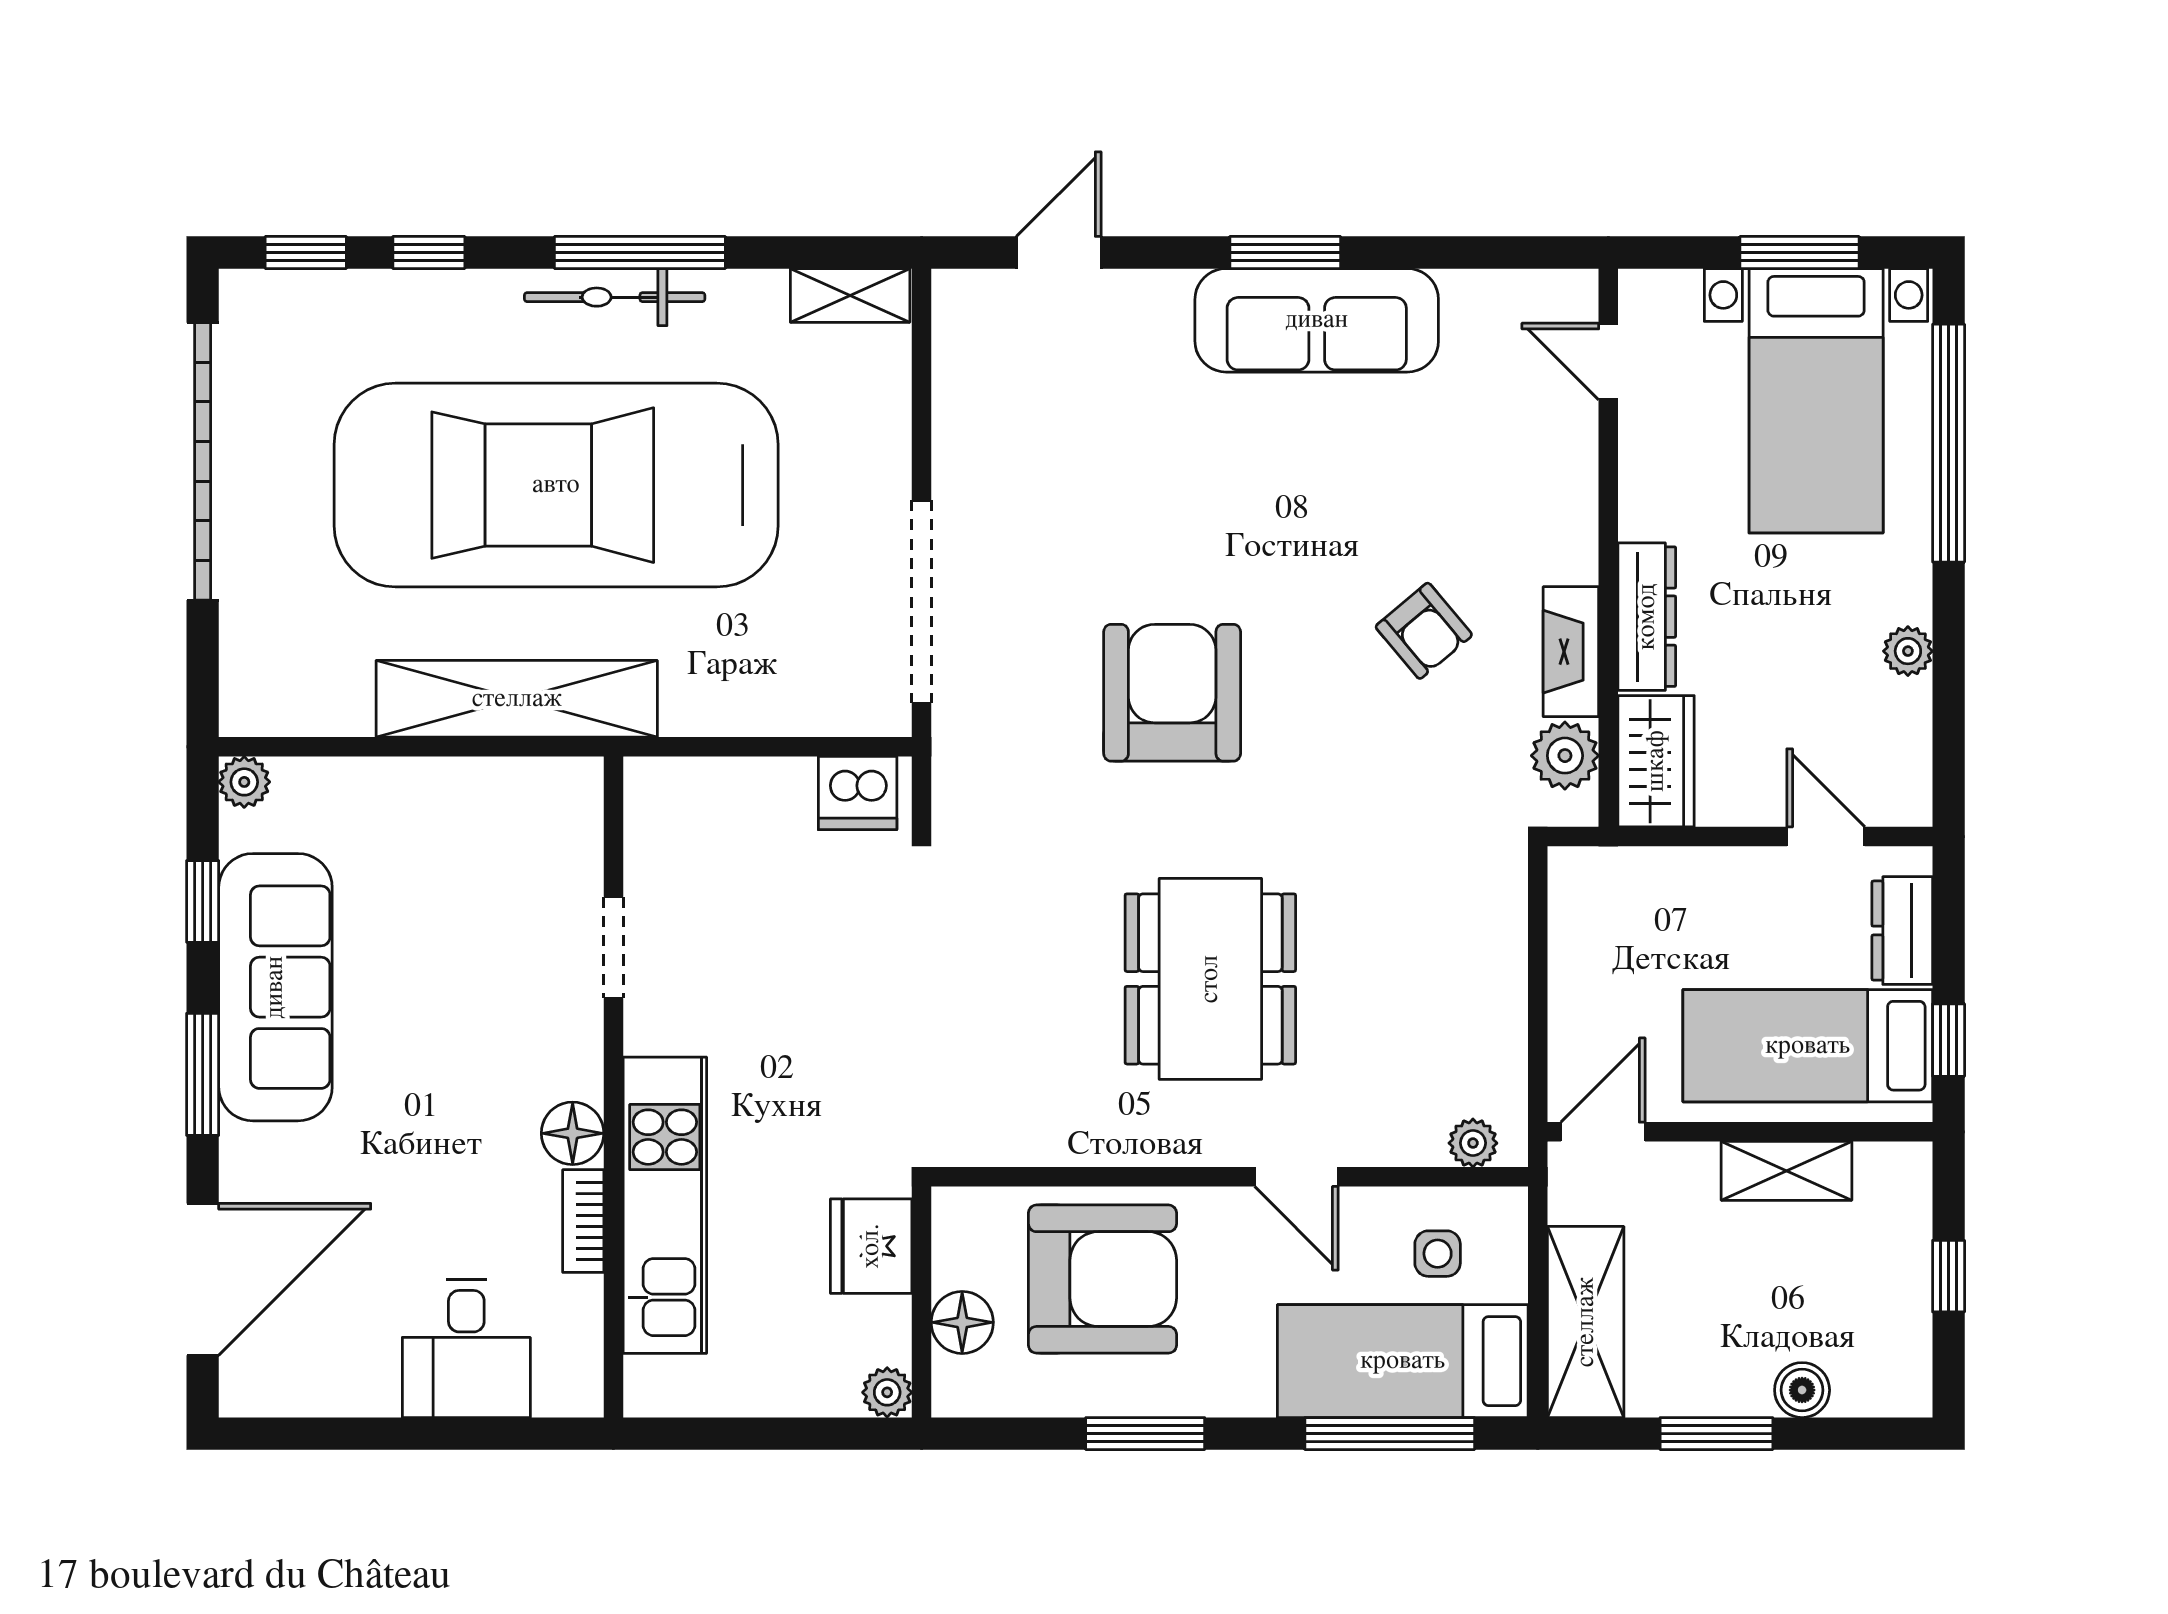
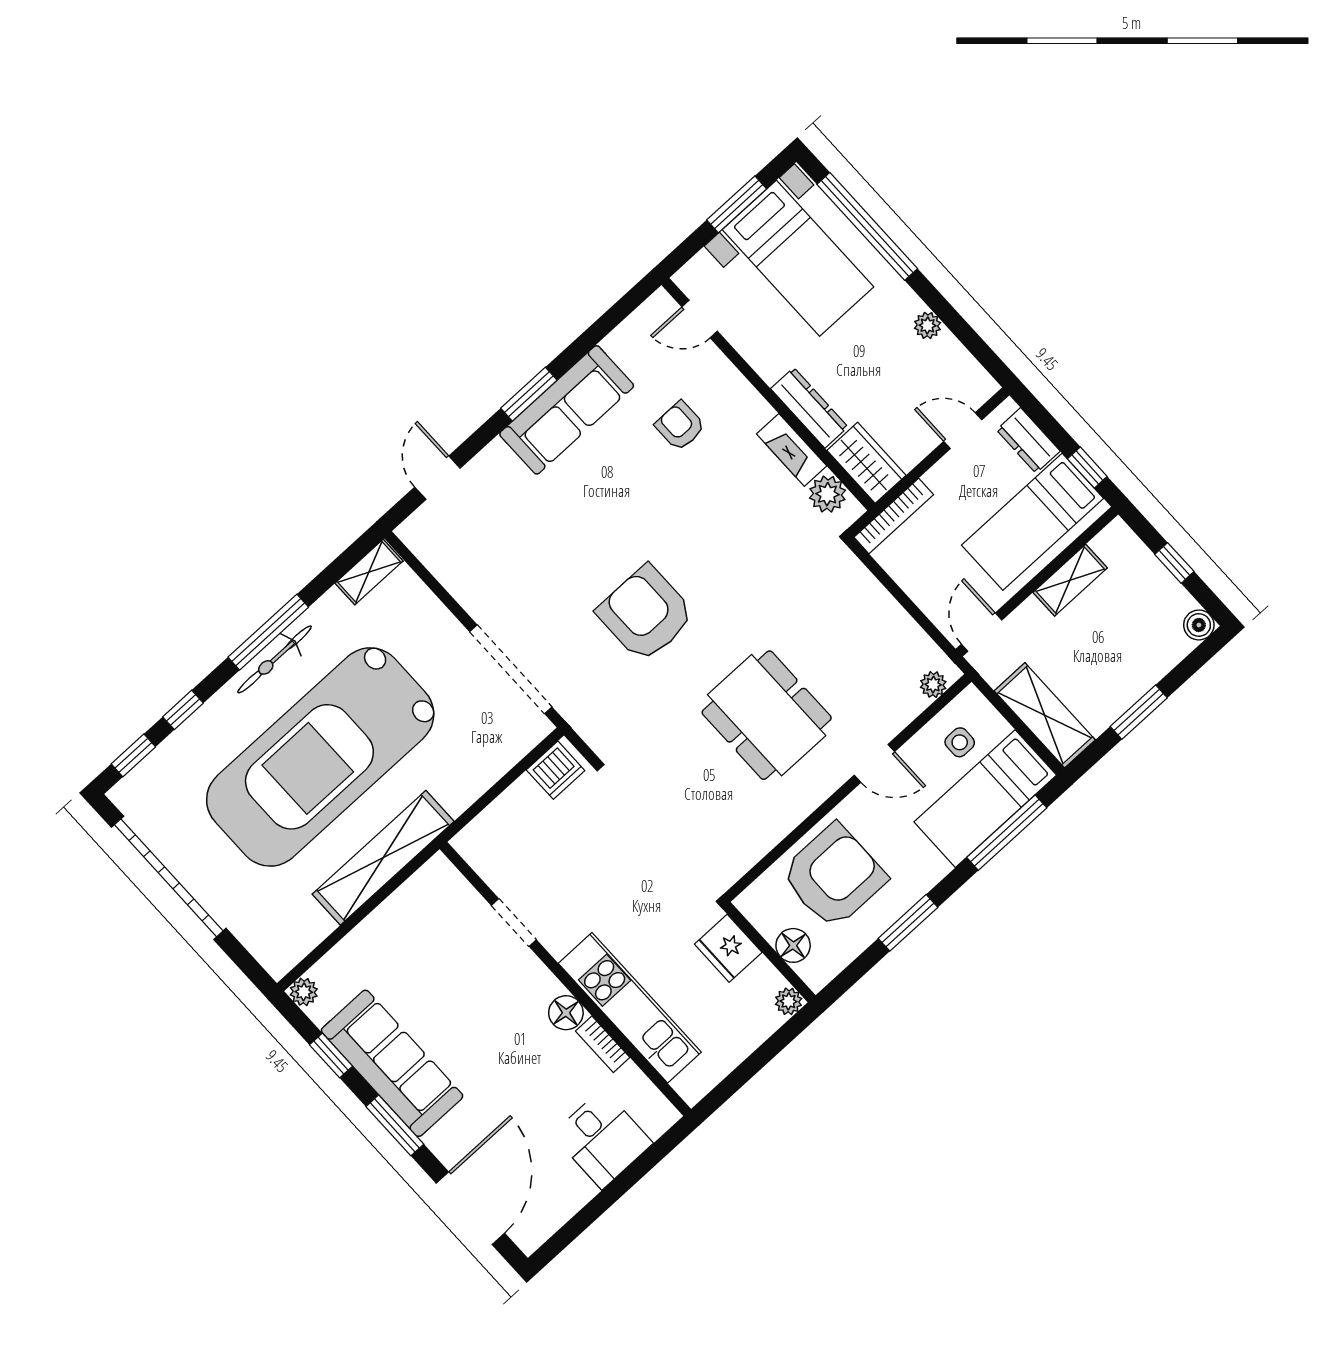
armchair: (1424, 631) -> (680, 426), moved, turned -140
bookcase: (1628, 867) -> (894, 516), added
boiler: (1802, 1390) -> (1199, 625), moved

